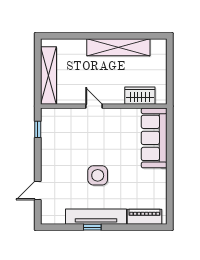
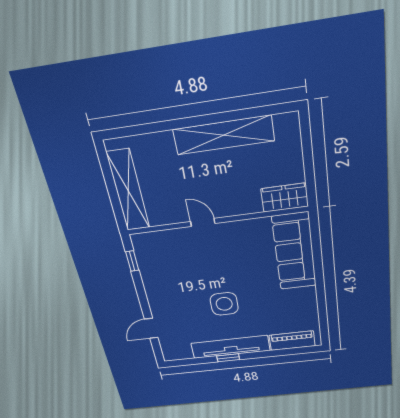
wardrobe: (140, 96) -> (285, 198), moved

